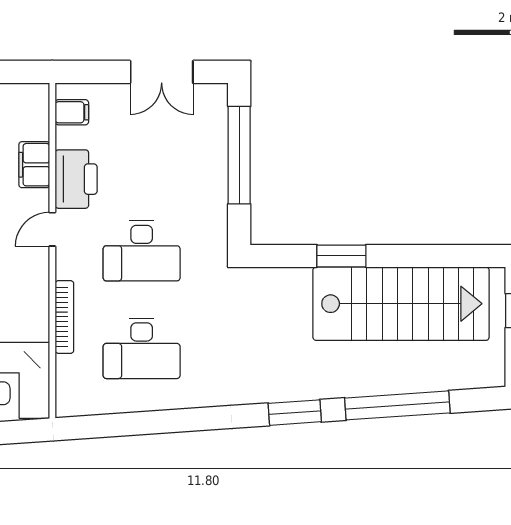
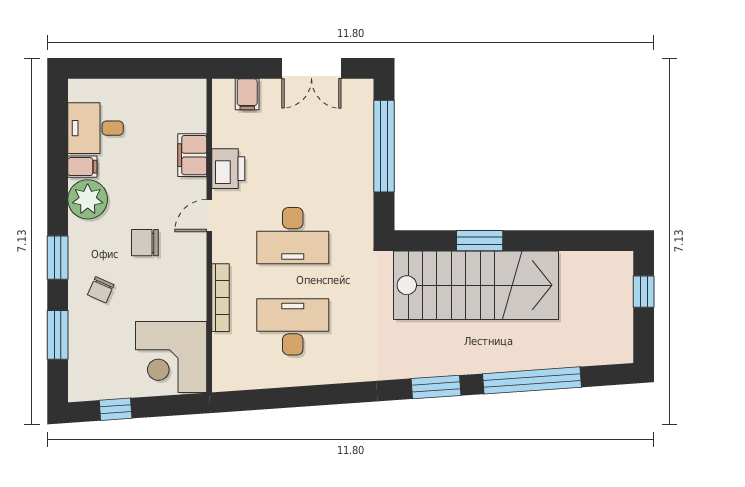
filing cabinet: (72, 112) -> (247, 94), moved, turned 90
printer: (76, 179) -> (228, 169), width x0.73, depth x0.84
stairs: (401, 304) -> (476, 285), moved
desk: (142, 348) -> (293, 327), turned 180

